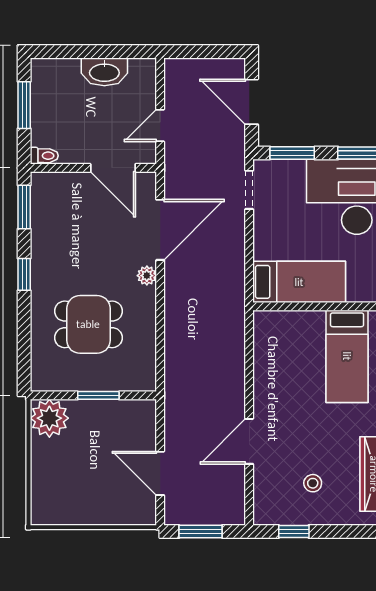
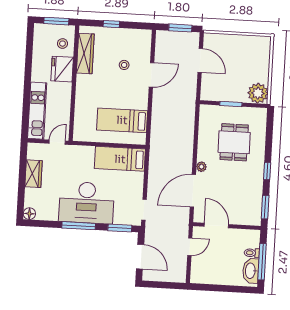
washbasin: (104, 72) -> (251, 271), moved, turned -90
window: (24, 105) -> (262, 262), width x1.44
toilet: (44, 156) -> (252, 253), moved
dining table: (88, 324) -> (234, 142), turned 90
bed: (347, 356) -> (122, 120), moved, turned -90
stool: (313, 483) -> (124, 65), moved
window: (294, 531) -> (111, 24), moved

